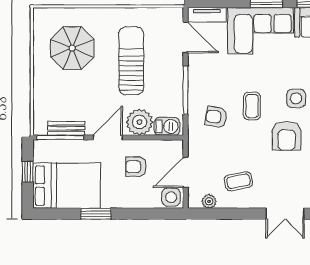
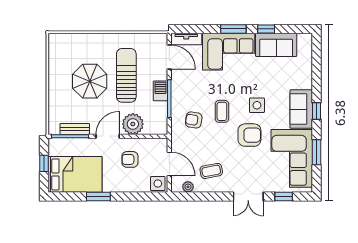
parasol: (72, 48) -> (90, 81), moved
barbecue: (167, 126) -> (161, 91), moved, turned -90
armchair: (287, 136) -> (249, 135), turned -90
door: (186, 173) -> (169, 164), swing flipped

